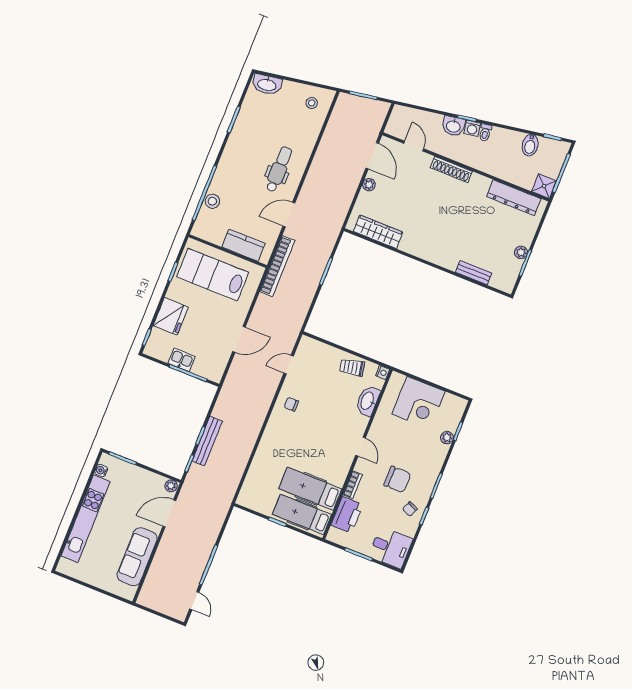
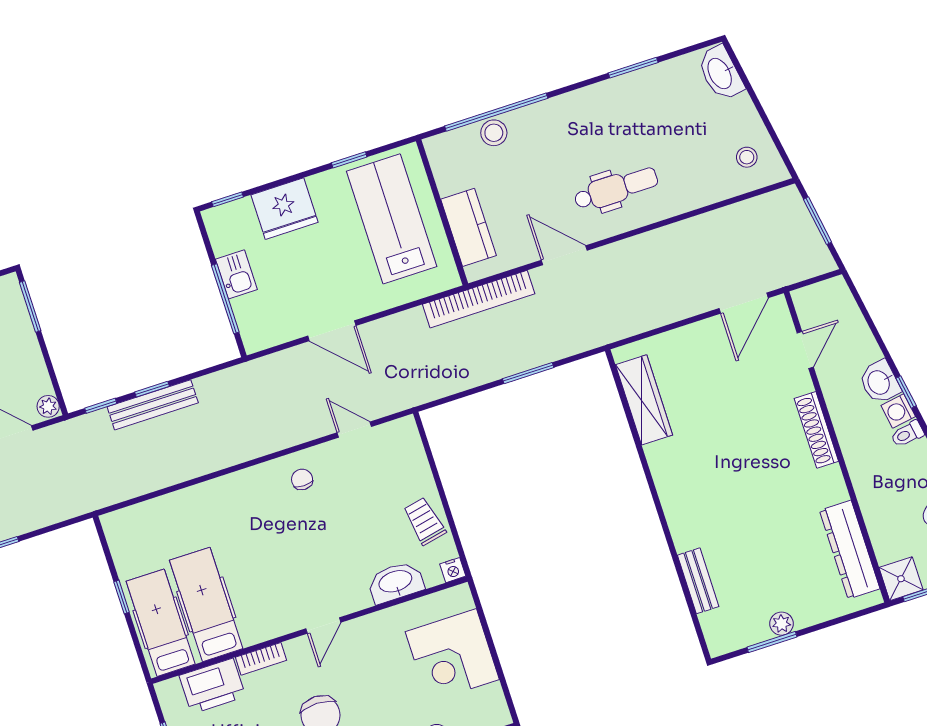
plant: (369, 185) -> (699, 332), removed

